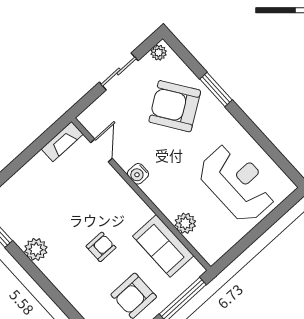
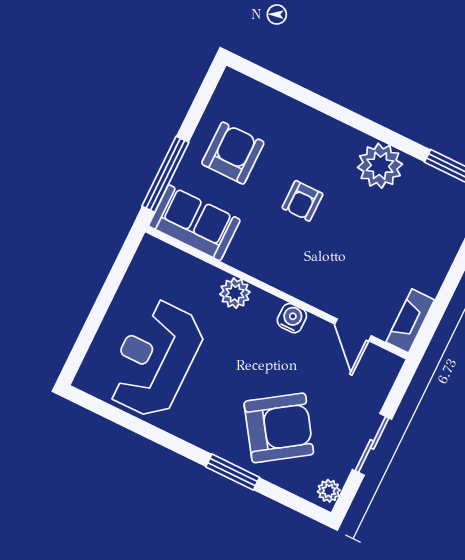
reception desk: (237, 183) -> (155, 359), turned 90
plant: (185, 223) -> (235, 293), moved
sofa: (163, 246) -> (194, 223), moved
plant: (36, 249) -> (380, 166), width x1.36, depth x1.36

